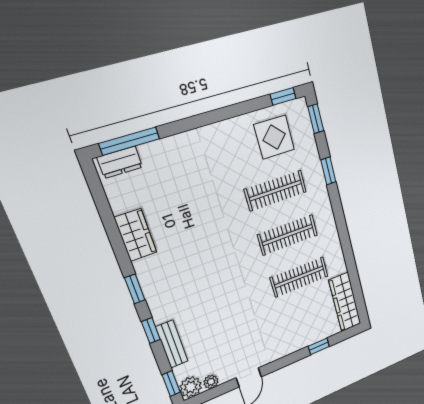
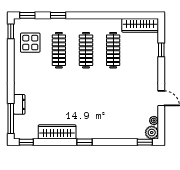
dresser: (120, 162) -> (19, 104), moved
wardrobe: (136, 235) -> (57, 132), width x1.50
window: (151, 331) -> (26, 142), moved
bench: (172, 344) -> (122, 134), removed

